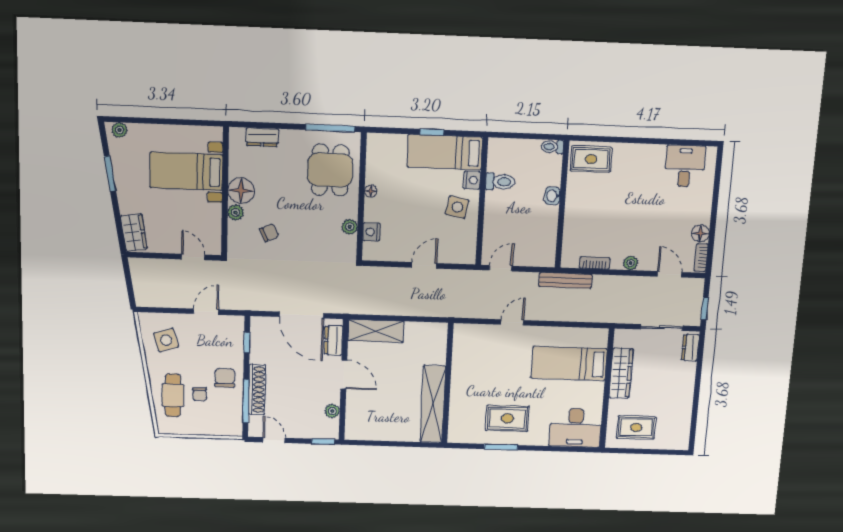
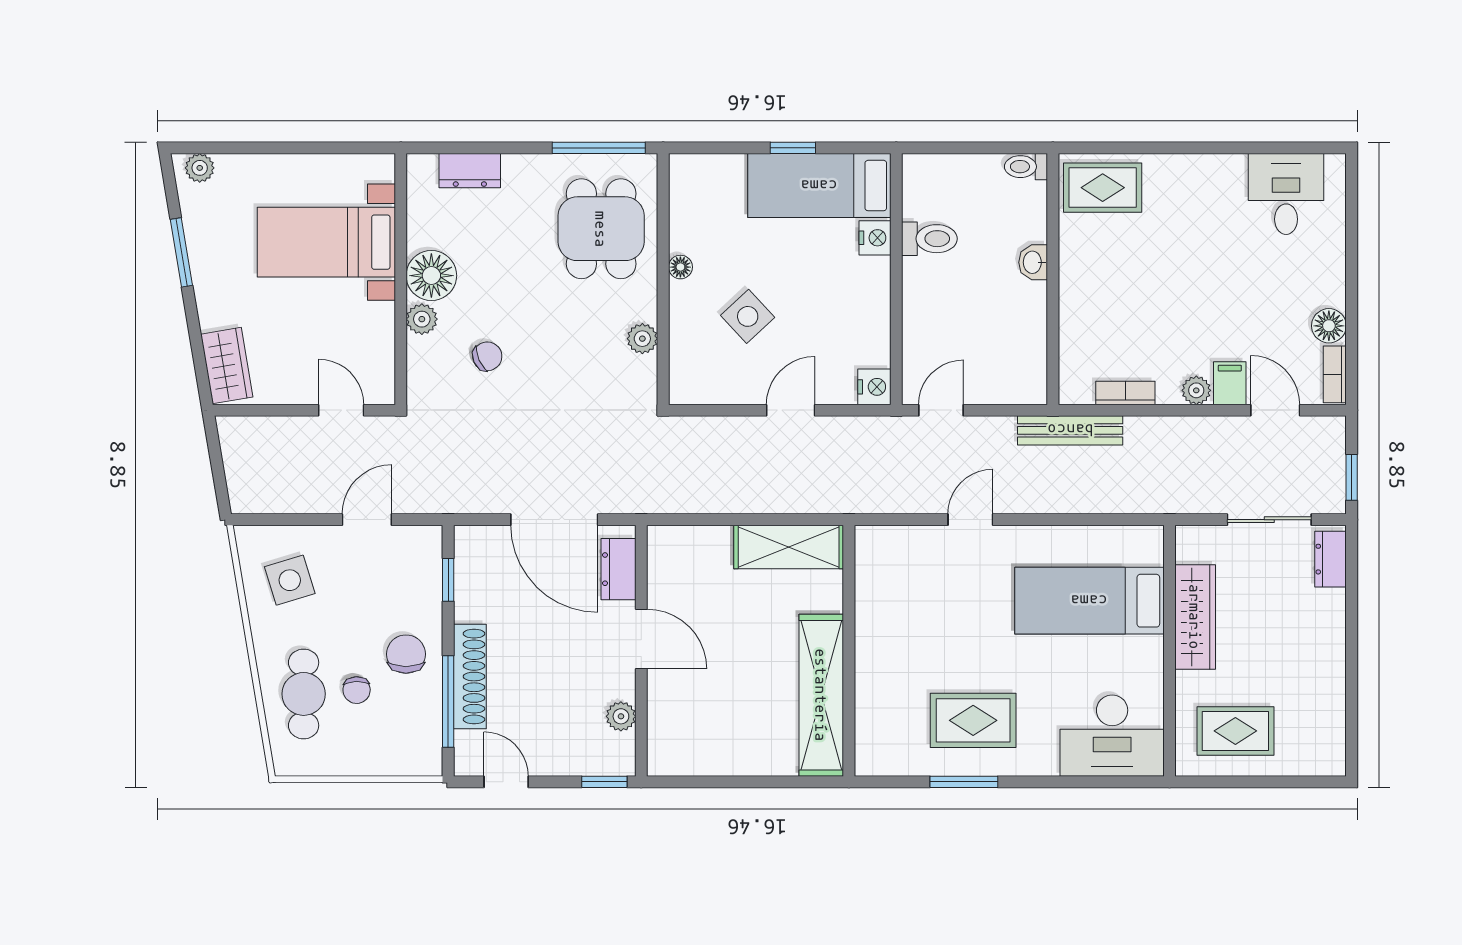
side table: (457, 207) -> (748, 316), moved, turned 36
nightstand: (371, 232) -> (874, 387), moved, turned 180
filing cabinet: (648, 260) -> (1230, 383), added
shelving: (376, 331) -> (789, 547), moved

